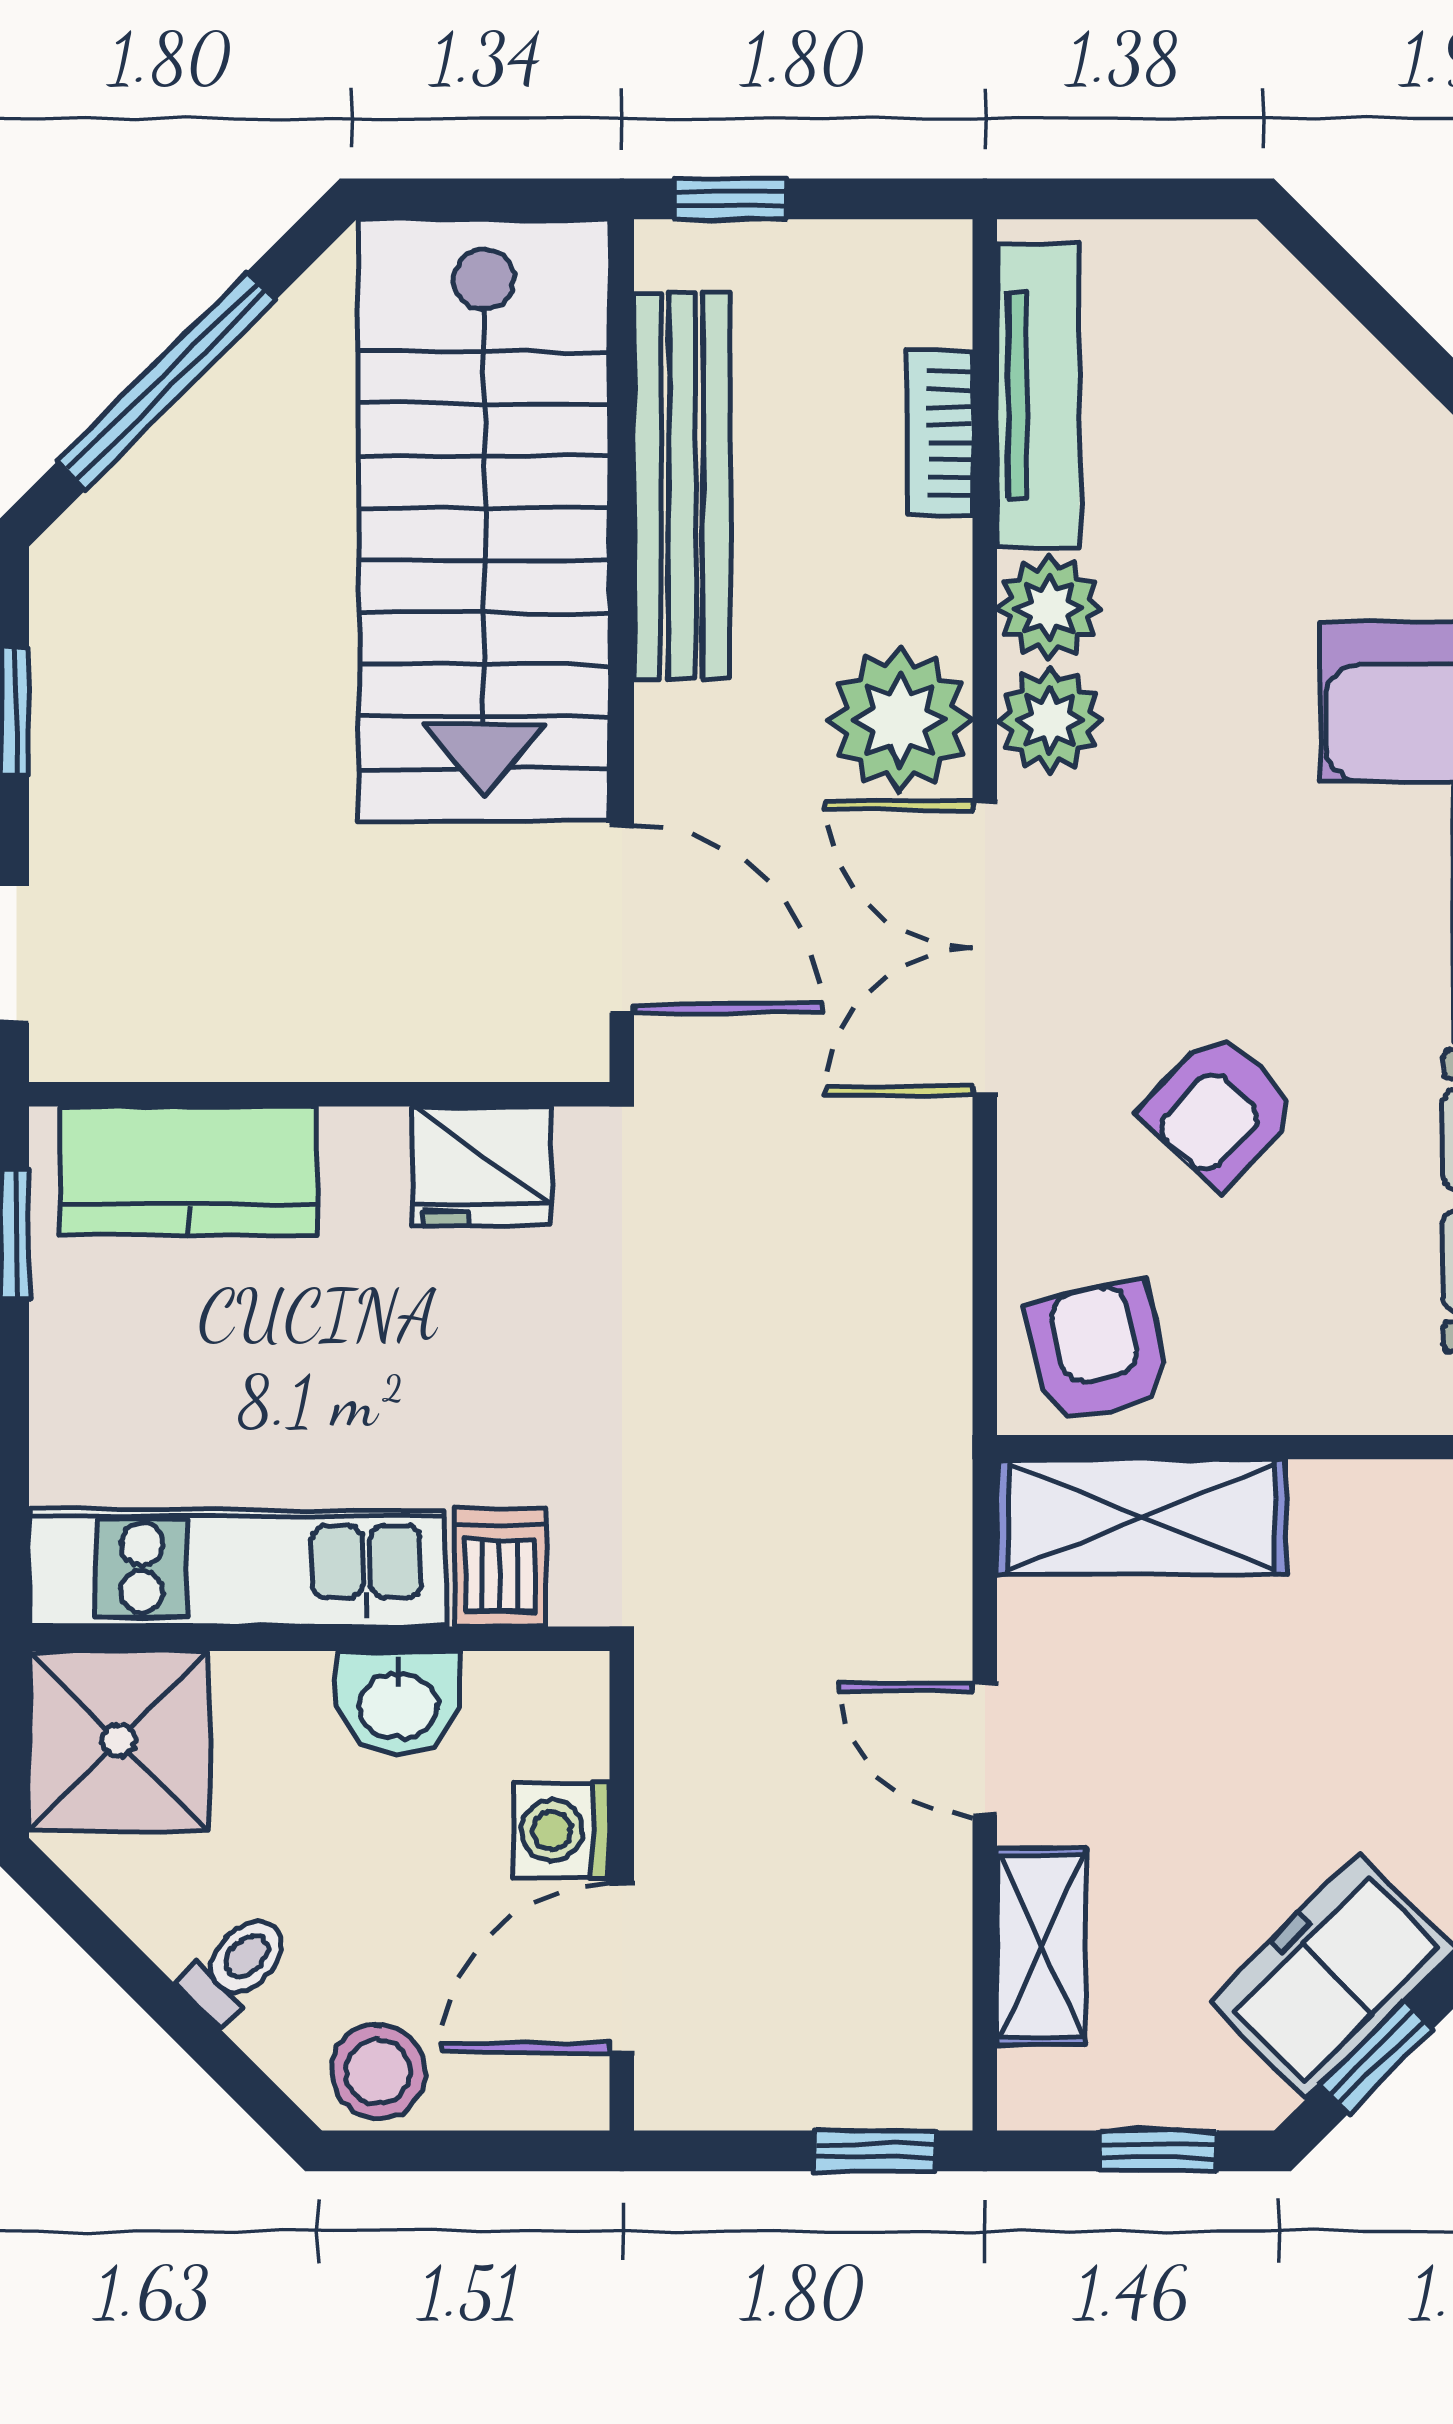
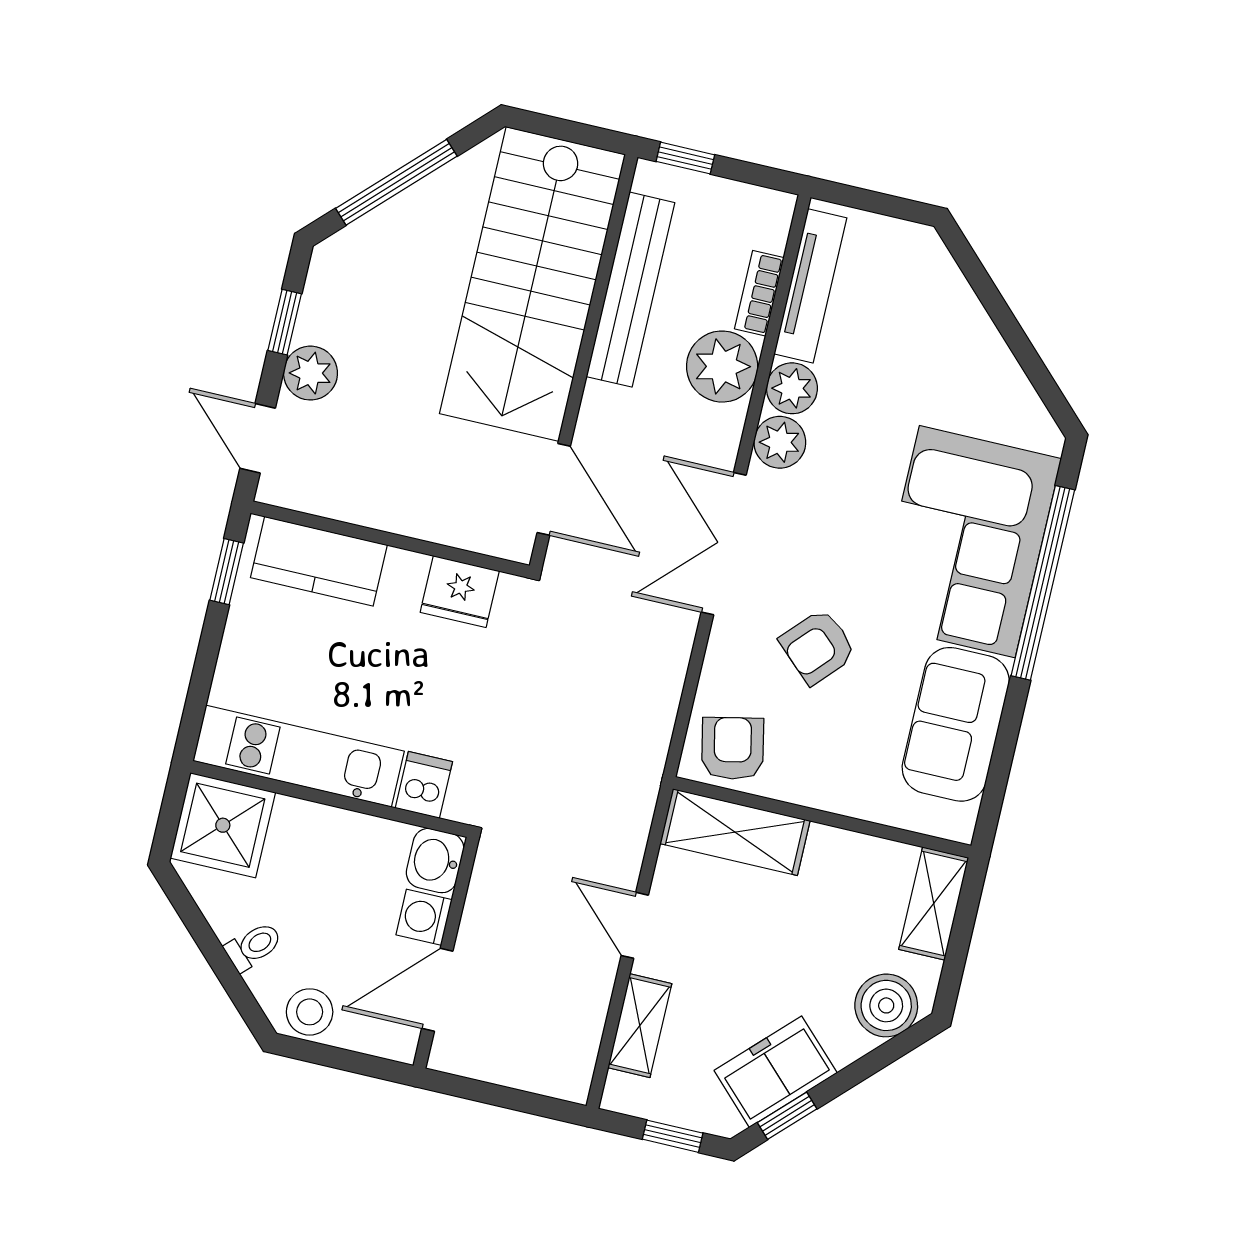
plant: (900, 720) -> (722, 367), moved
plant: (84, 800) -> (311, 373), added
washbasin: (398, 1703) -> (435, 861), moved, turned 90
window: (875, 2151) -> (538, 1105), removed

